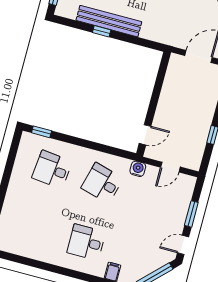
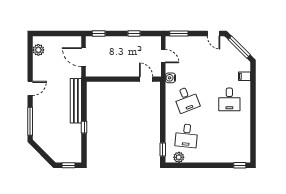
bench: (109, 21) -> (76, 101), moved
plant: (25, 151) -> (179, 157), added
desk: (102, 183) -> (186, 99), turned -36
window: (191, 214) -> (179, 34), moved

